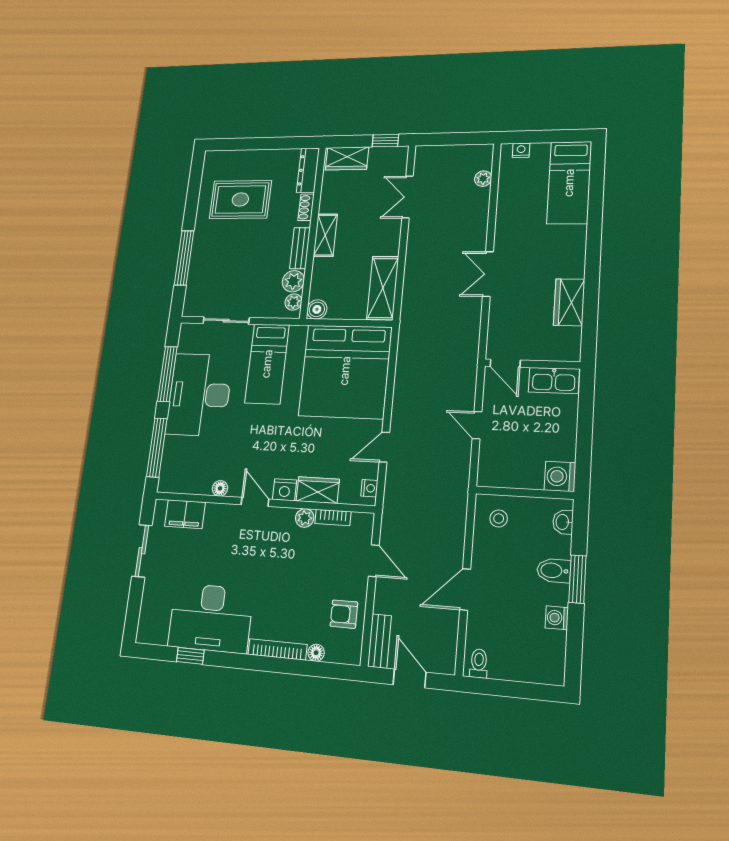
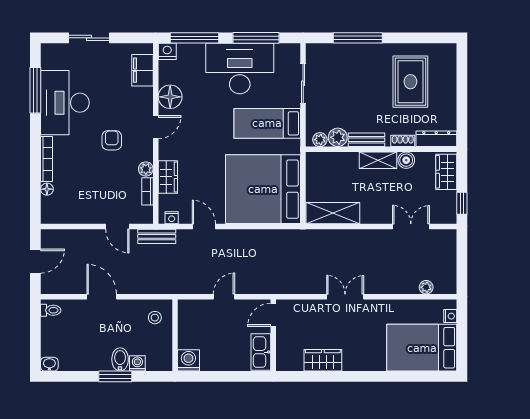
bed: (569, 183) -> (422, 348), width x1.50
boiler: (317, 309) -> (406, 160), moved
floor lamp: (220, 488) -> (170, 97), width x1.89, depth x1.89
nightstand: (285, 490) -> (167, 51), moved, turned 90
washbasin: (563, 522) -> (49, 364), moved
sliding door: (142, 551) -> (89, 38), moved
door: (374, 561) -> (117, 226), hinge flipped
armchair: (344, 614) -> (112, 140), moved
washing machine: (557, 618) -> (137, 363), moved
bench: (379, 641) -> (157, 236), moved
window: (190, 656) -> (35, 90), width x2.17

